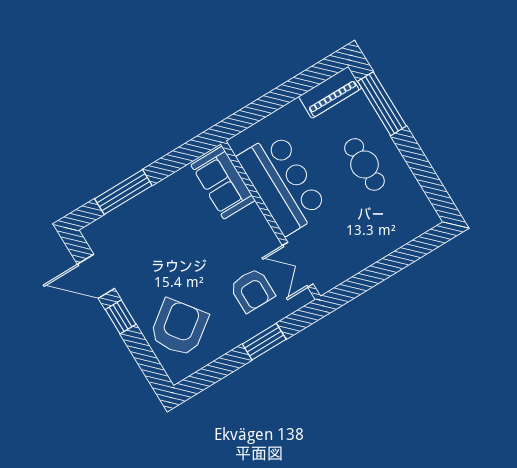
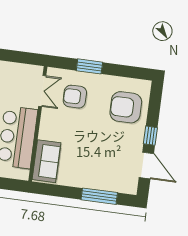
armchair: (252, 290) -> (75, 97), turned -90
armchair: (179, 327) -> (126, 107), turned 37

